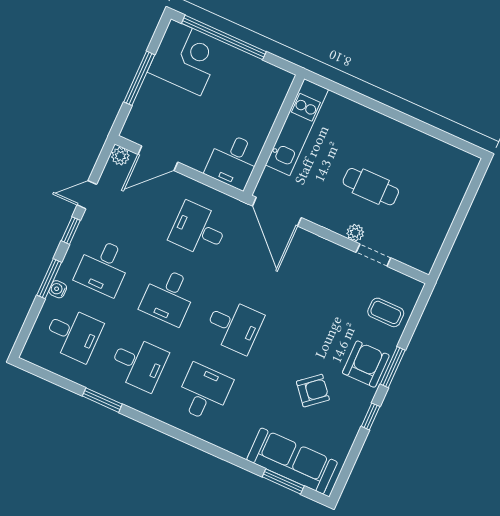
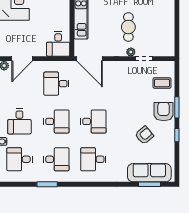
cafe table: (371, 187) -> (128, 27), turned 90
desk: (169, 296) -> (56, 121), turned -90
desk: (73, 334) -> (19, 159), turned 180
desk: (204, 393) -> (93, 159), turned -90

